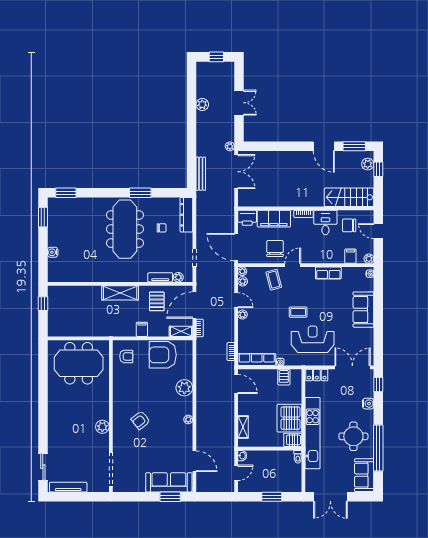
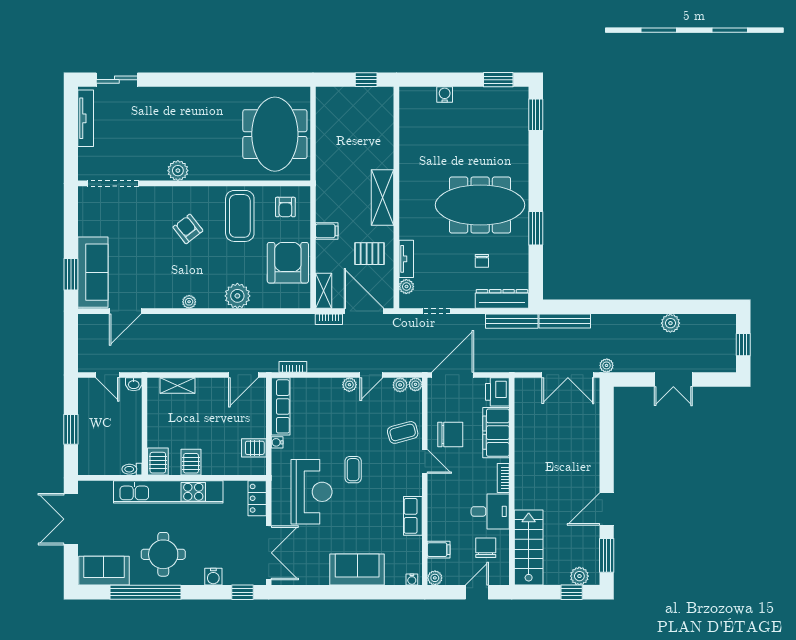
bench: (201, 208) -> (512, 321), added
coffee table: (132, 386) -> (240, 216), added
server rack: (289, 418) -> (191, 462), width x0.46, depth x0.70

